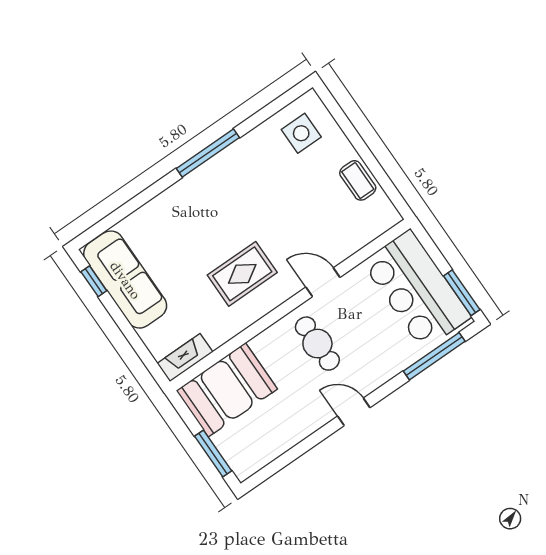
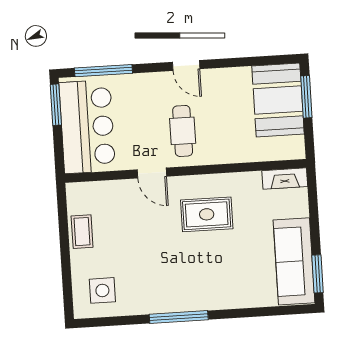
window: (94, 281) -> (317, 274), width x1.50
booth: (227, 390) -> (278, 100), moved, turned 90

